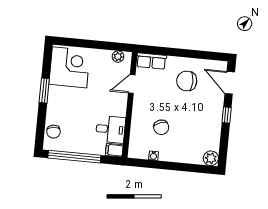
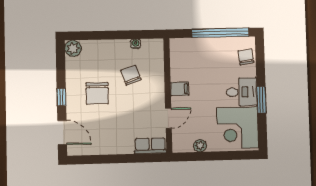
plant: (118, 57) -> (200, 146), moved
chair: (187, 81) -> (97, 93), moved, turned 90
desk: (111, 129) -> (242, 92), moved, turned 180
filing cabinet: (114, 150) -> (180, 89), moved

